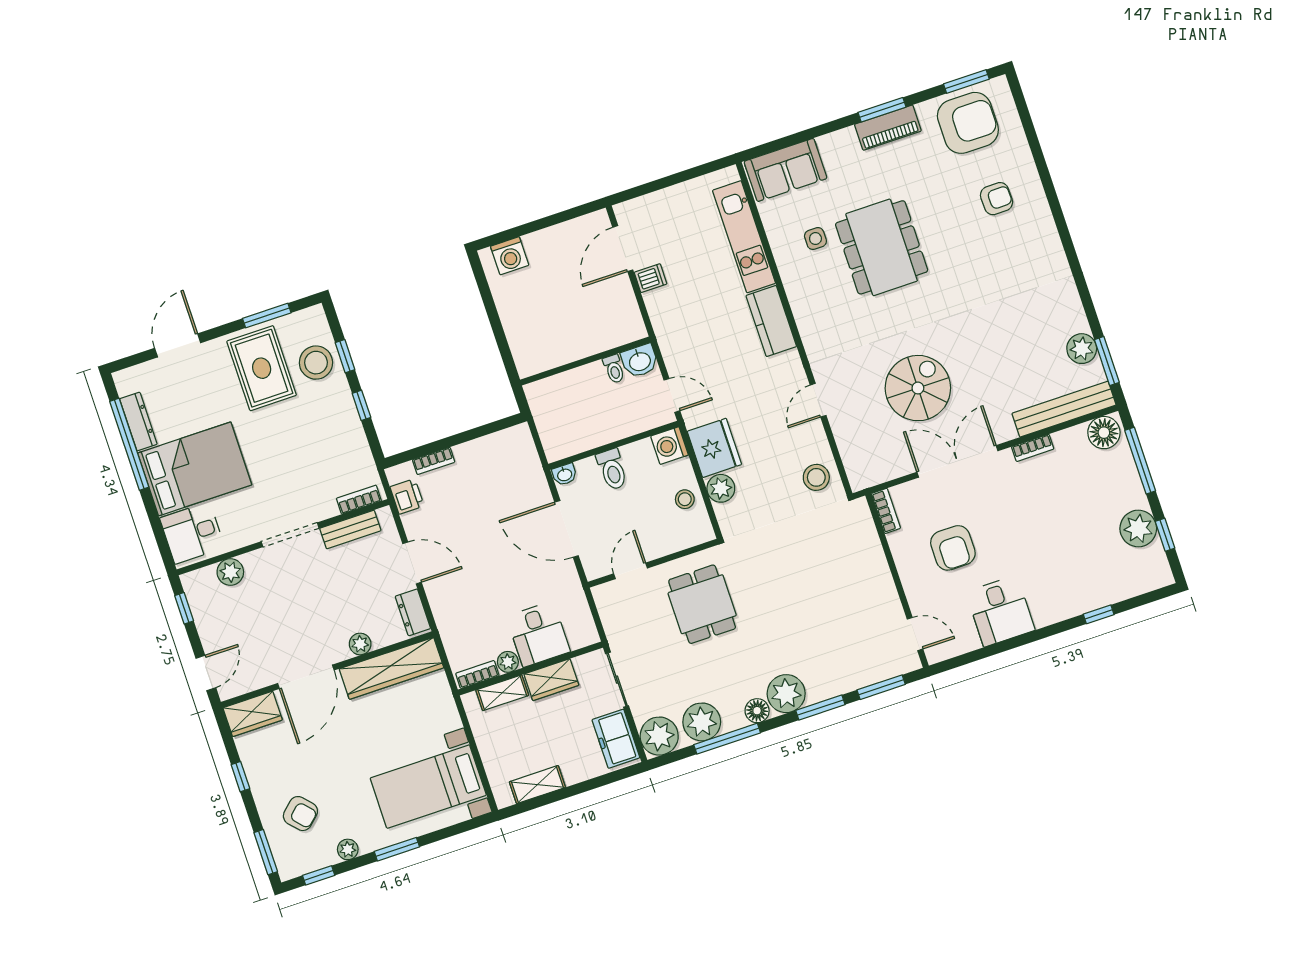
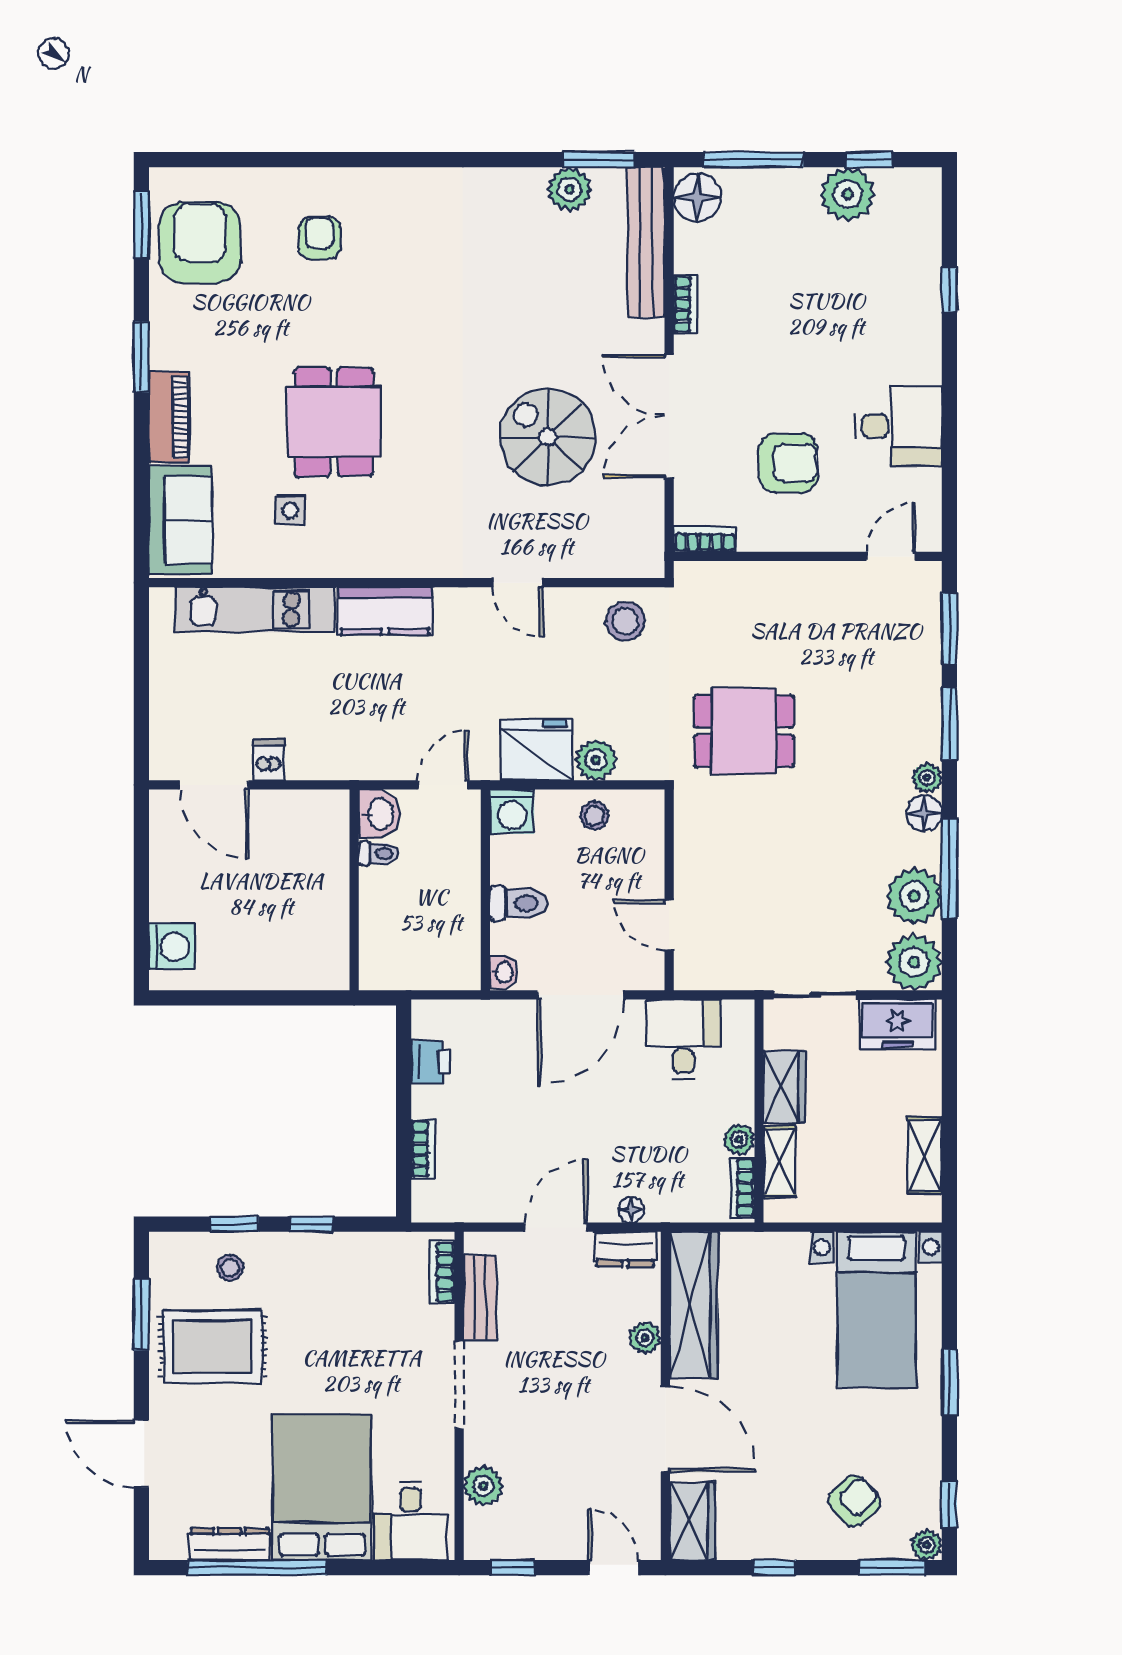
piano: (888, 128) -> (169, 417), moved
dining table: (882, 247) -> (334, 422), width x0.73
stool: (316, 363) -> (230, 1268), width x0.53, depth x0.53
printer: (407, 496) -> (431, 1062), moved, turned 90
dining table: (702, 604) -> (744, 731), moved
floor lamp: (439, 608) -> (631, 1210), added
desk: (538, 634) -> (683, 1039), moved, turned -90
plant: (786, 694) -> (927, 778), width x0.53, depth x0.53
plant: (348, 849) -> (927, 1545), moved

